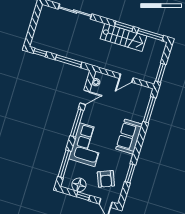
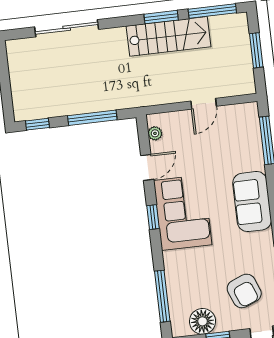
window: (161, 73) -> (256, 50), moved
window: (77, 123) -> (153, 217), width x0.46
corner sofa: (87, 145) -> (183, 213), moved

